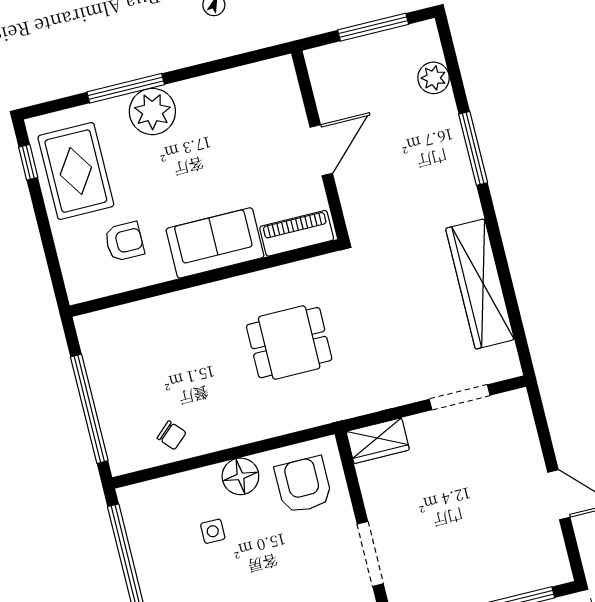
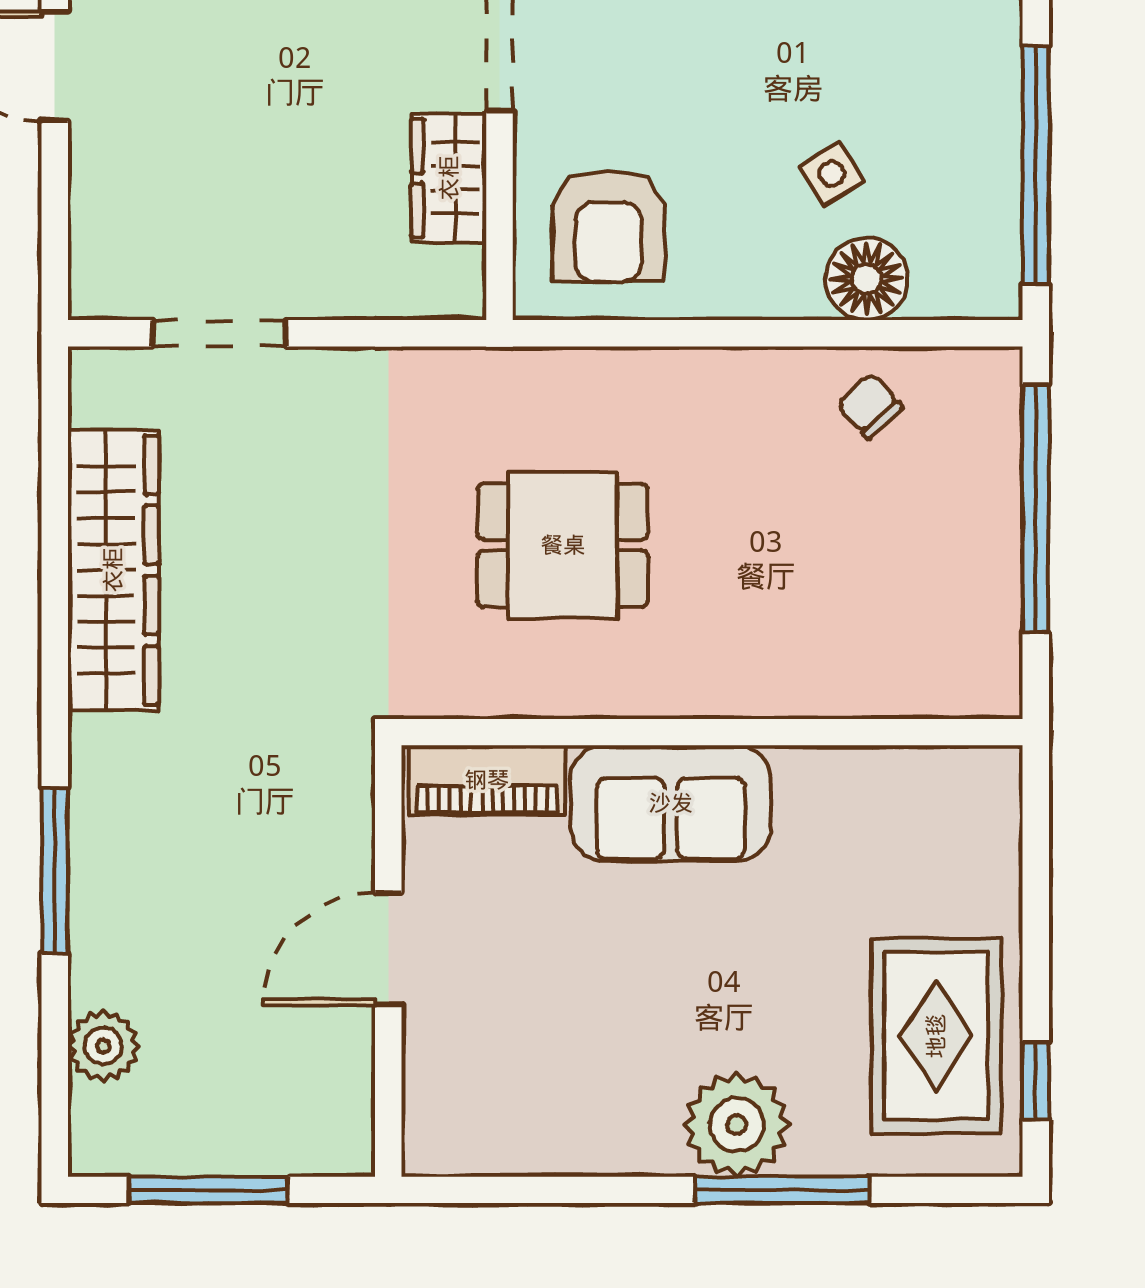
armchair: (124, 241) -> (868, 856), removed
wardrobe: (378, 441) -> (449, 178), moved, turned -90
floor lamp: (240, 476) -> (867, 279), moved
side table: (213, 531) -> (832, 174), turned -32

